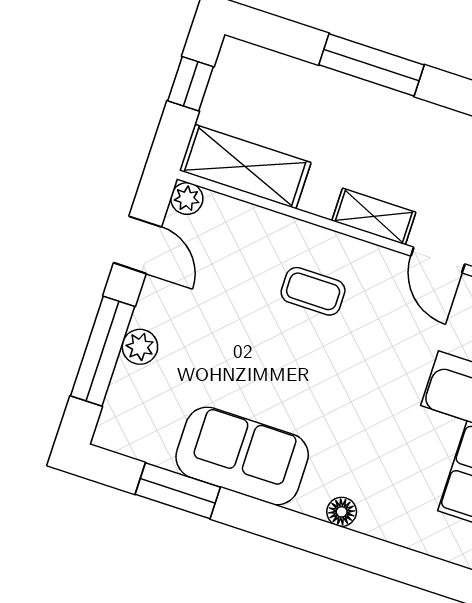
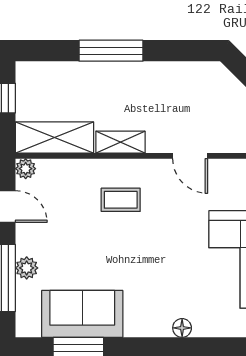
shelving: (374, 216) -> (120, 142), moved
sofa: (242, 456) -> (82, 314), moved

